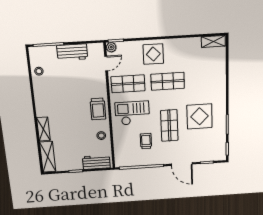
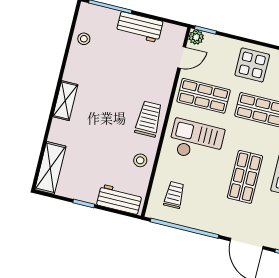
trolley: (98, 109) -> (149, 119), turned 180
shelving: (43, 129) -> (65, 101), moved
trolley: (146, 141) -> (174, 195), moved

